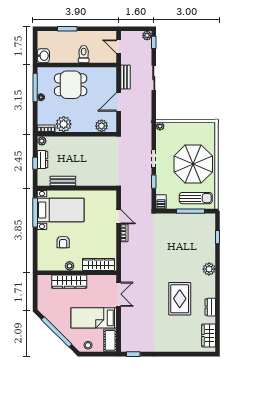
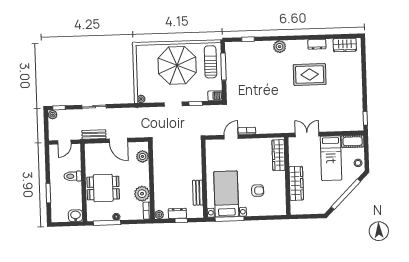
dining table: (71, 85) -> (103, 188), turned 90
plant: (70, 266) -> (281, 183), removed

